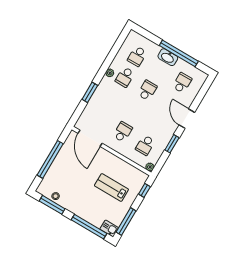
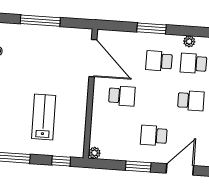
school desk: (113, 98) -> (159, 61), added
door: (90, 138) -> (93, 58), swing flipped
school desk: (145, 145) -> (154, 135), moved
window: (50, 159) -> (40, 21), width x0.68

